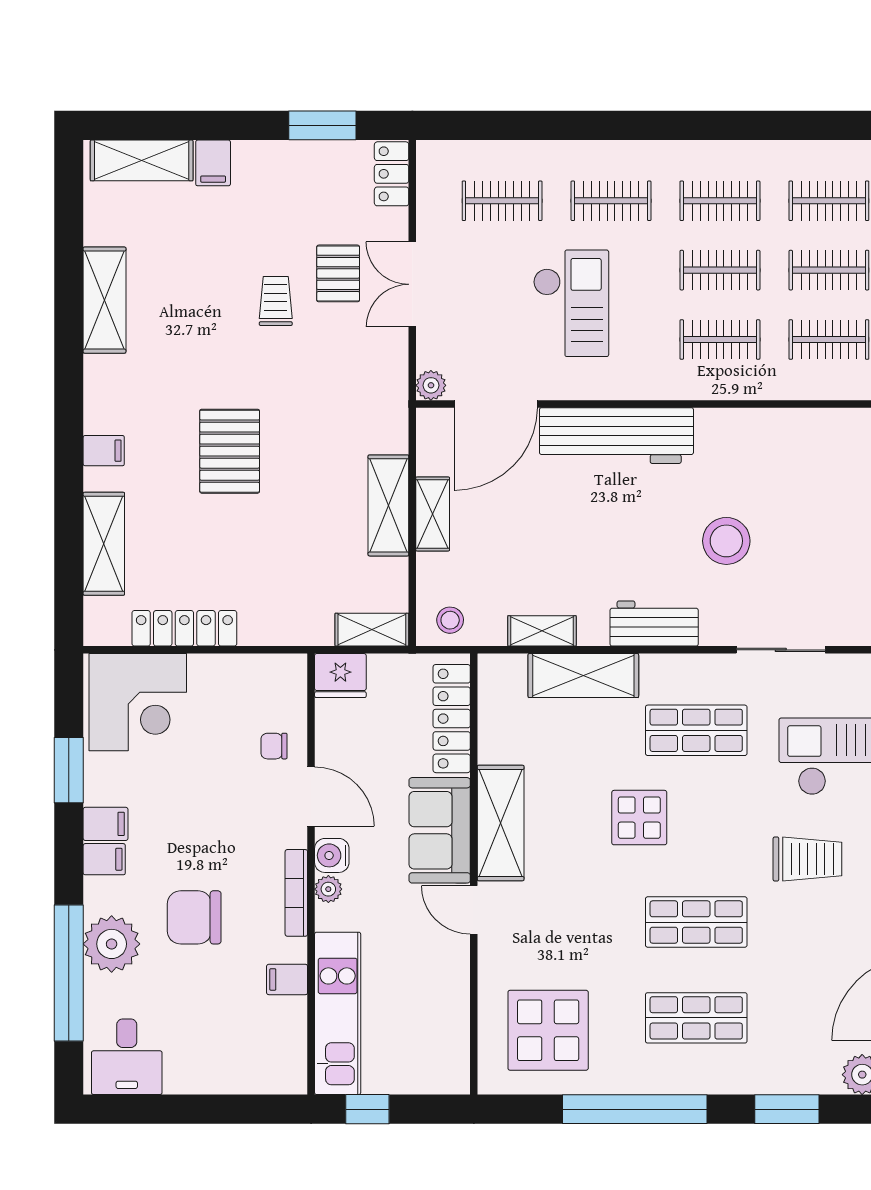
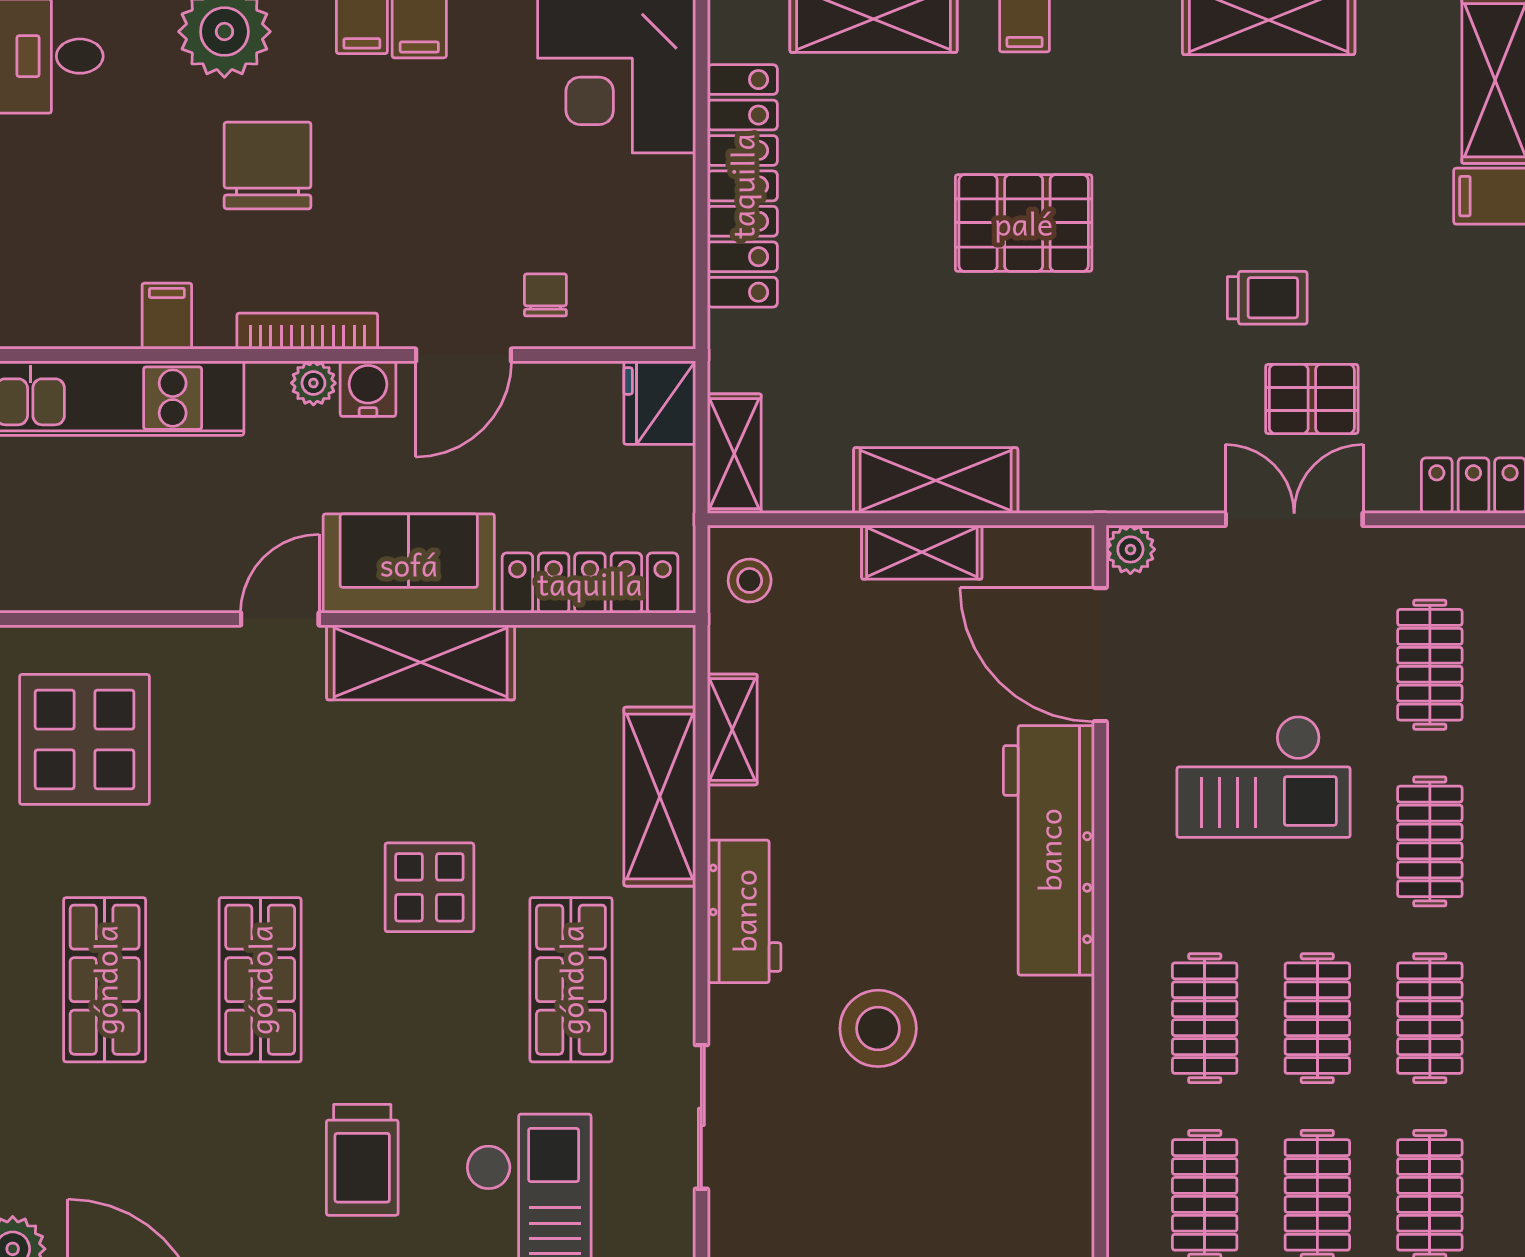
locker: (184, 628) -> (742, 186), width x1.41, depth x1.21

